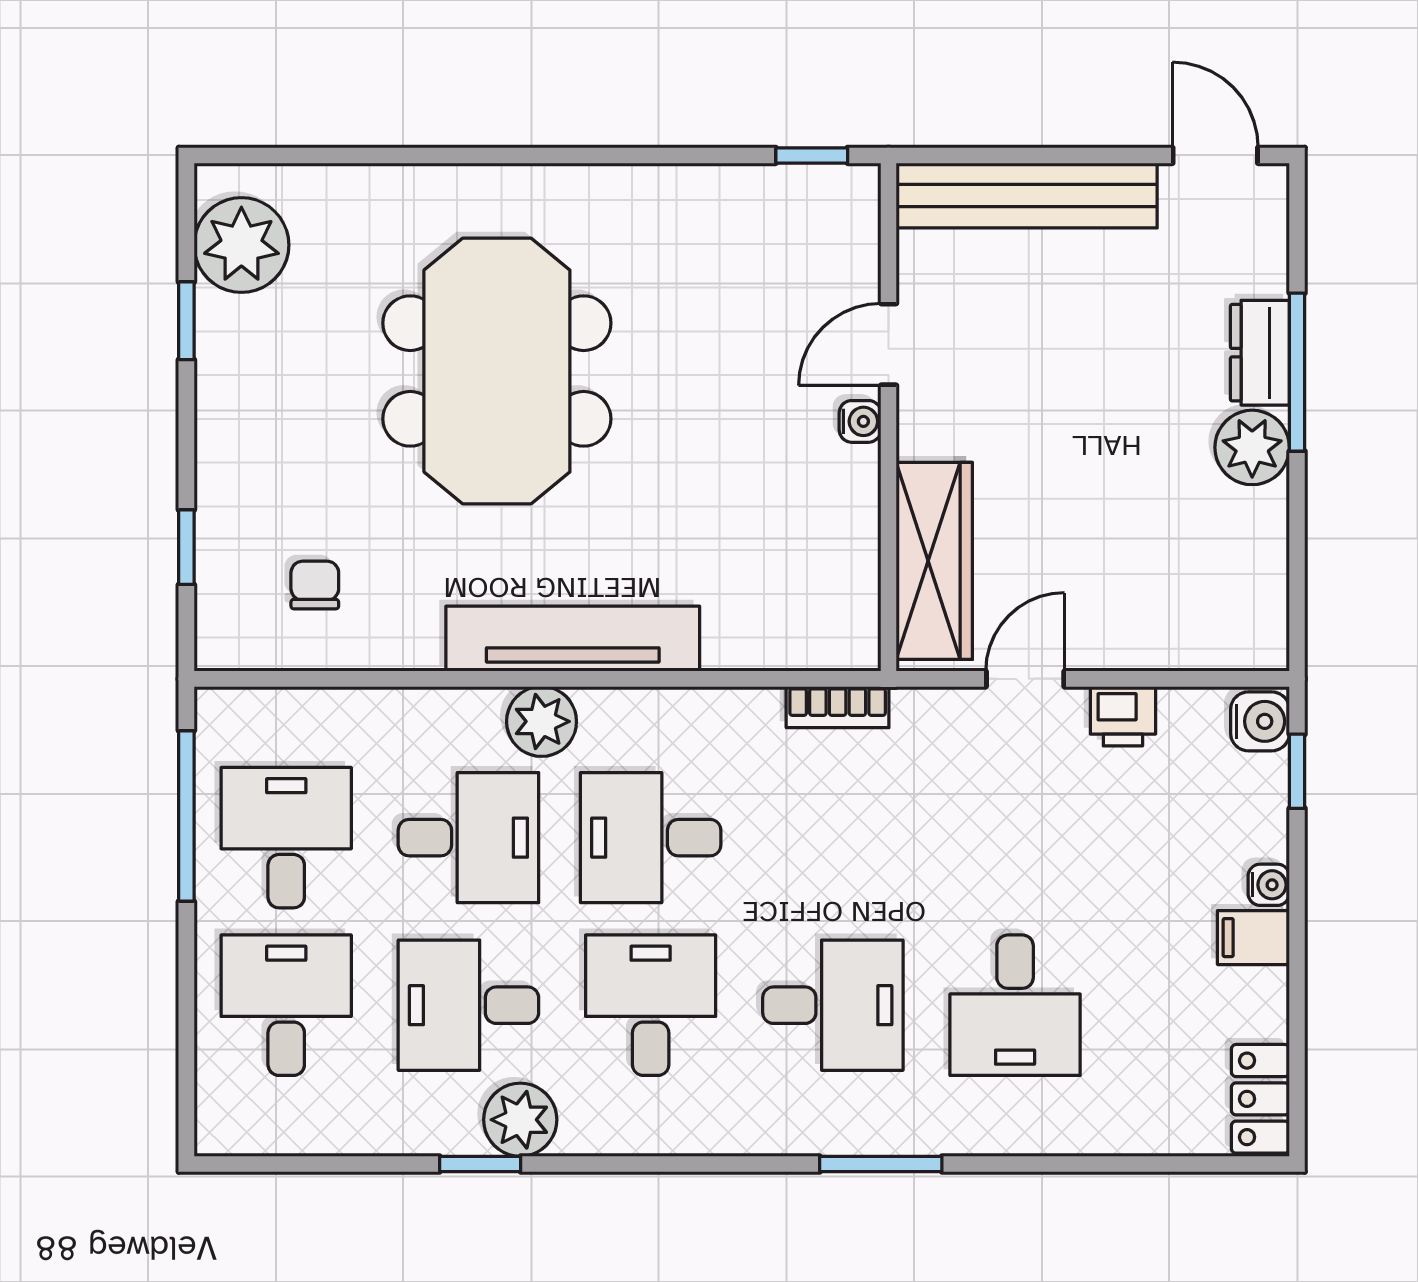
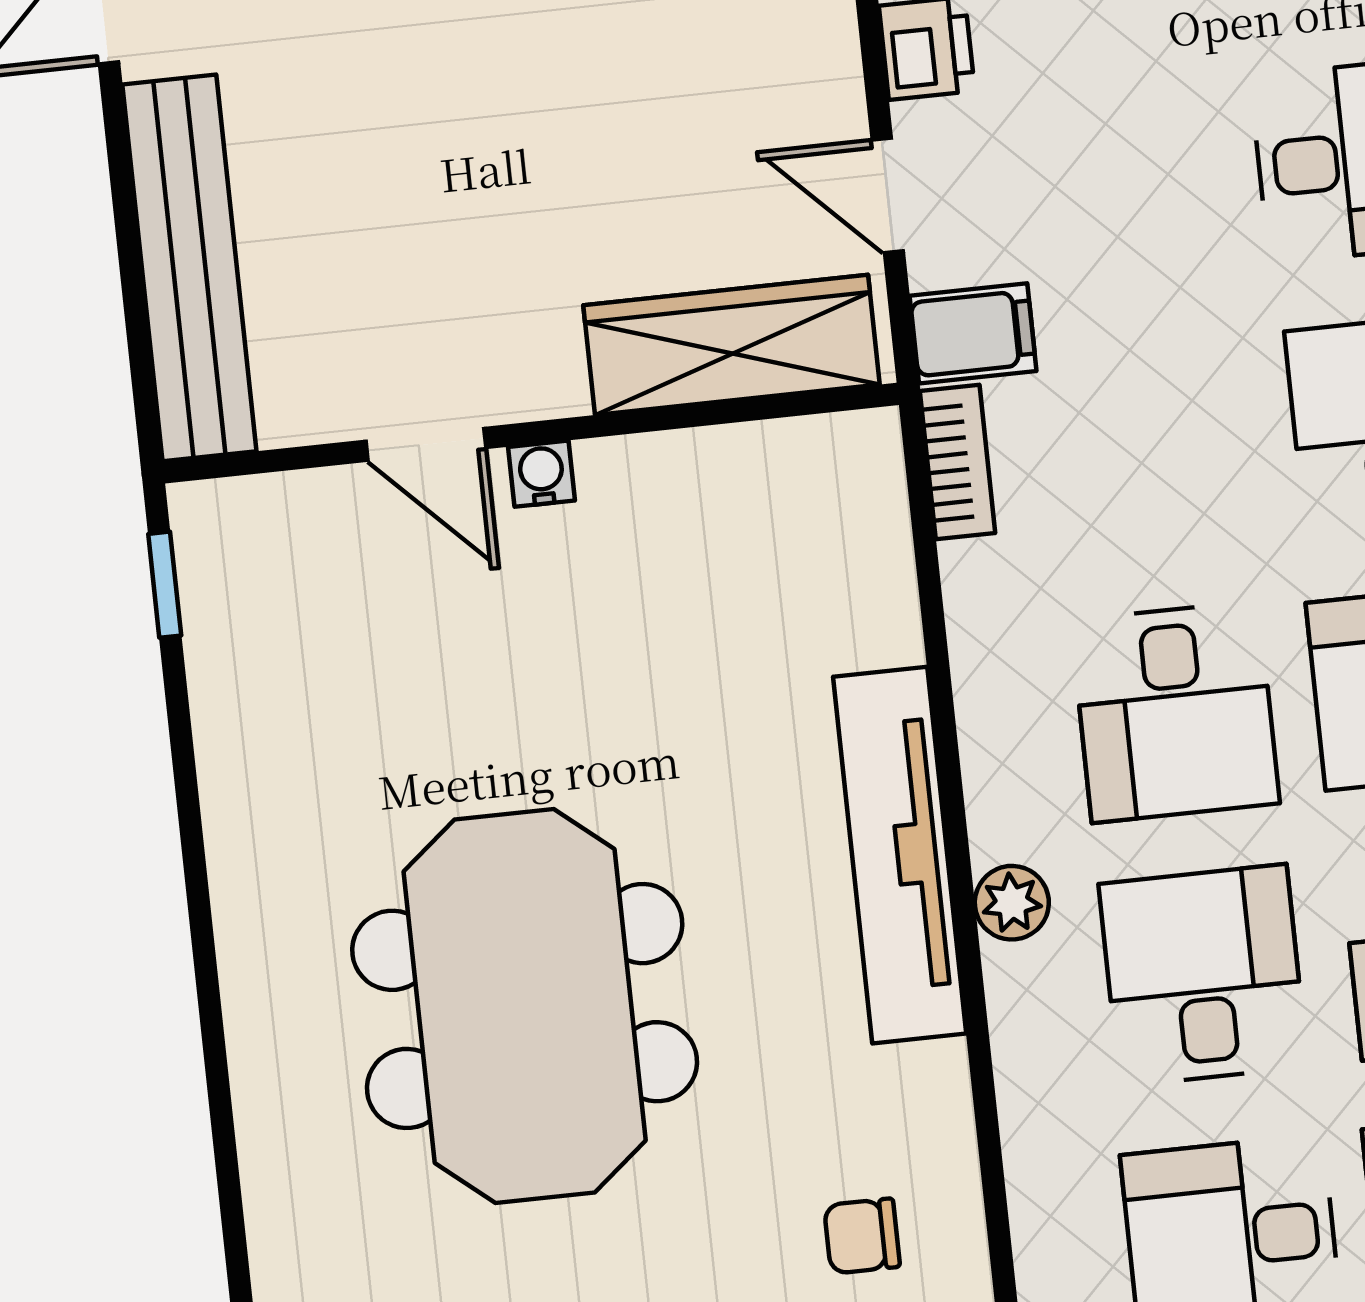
meeting table: (497, 371) -> (525, 1006), turned 90
plant: (542, 721) -> (1012, 903), width x0.73, depth x0.73
filing cabinet: (925, 727) -> (973, 333), added

